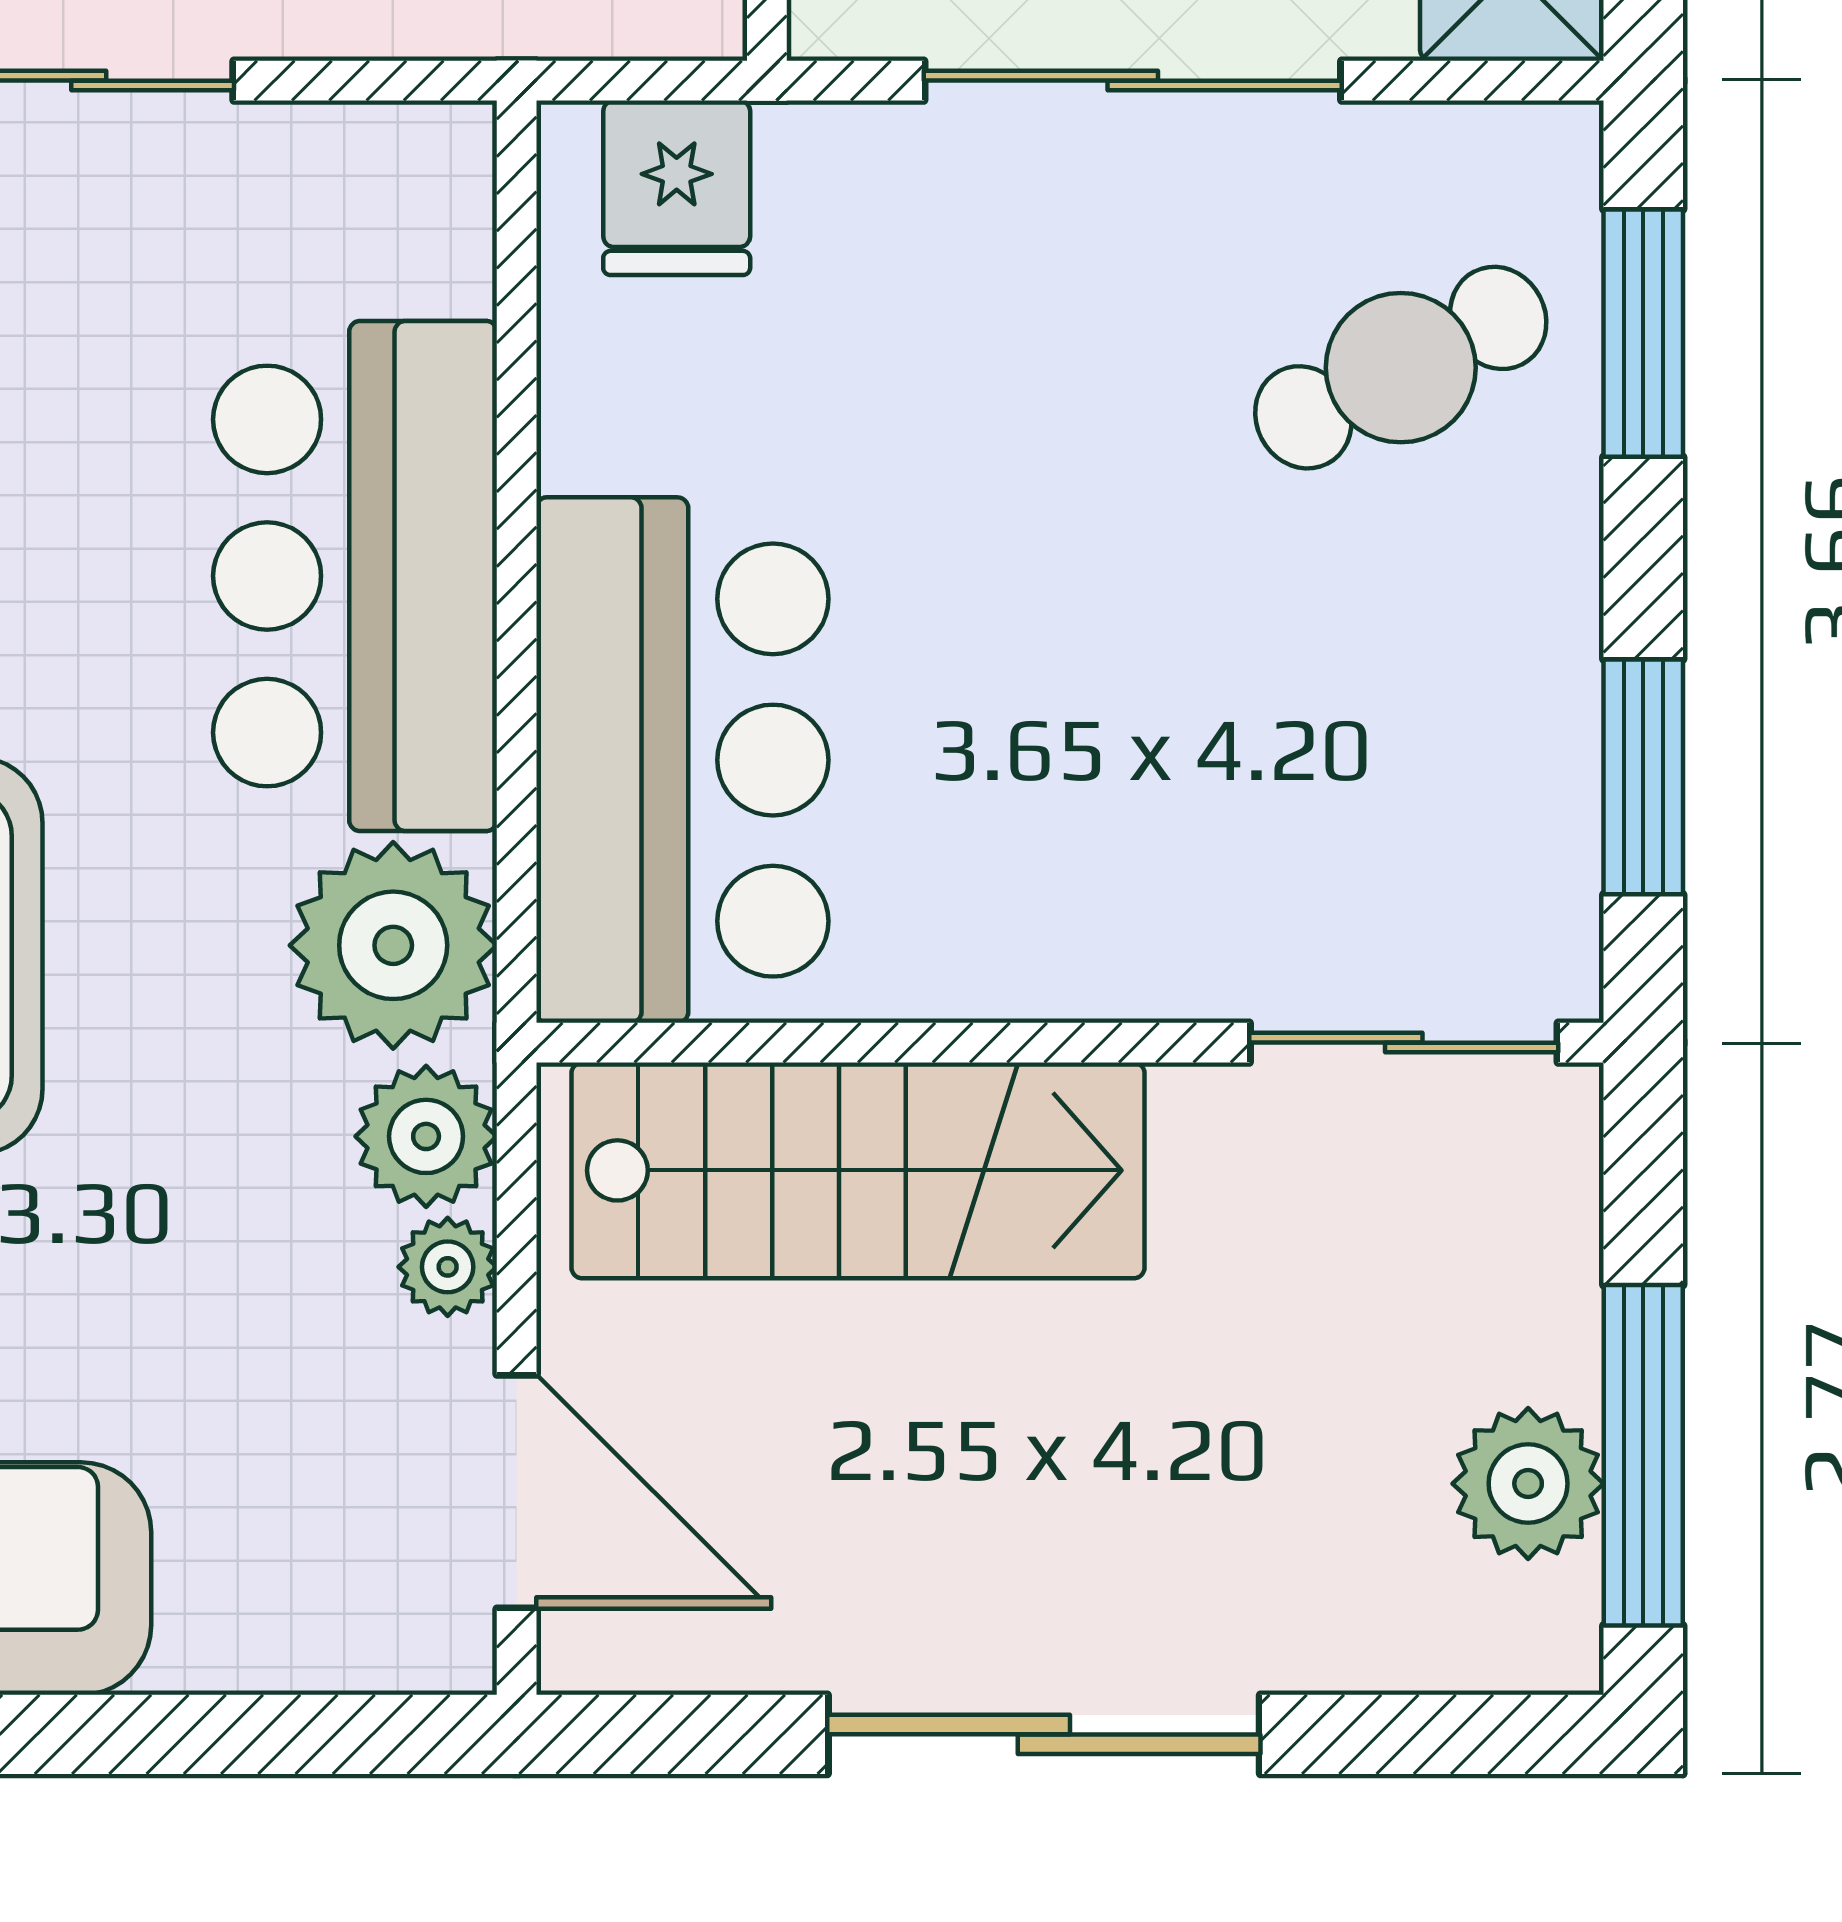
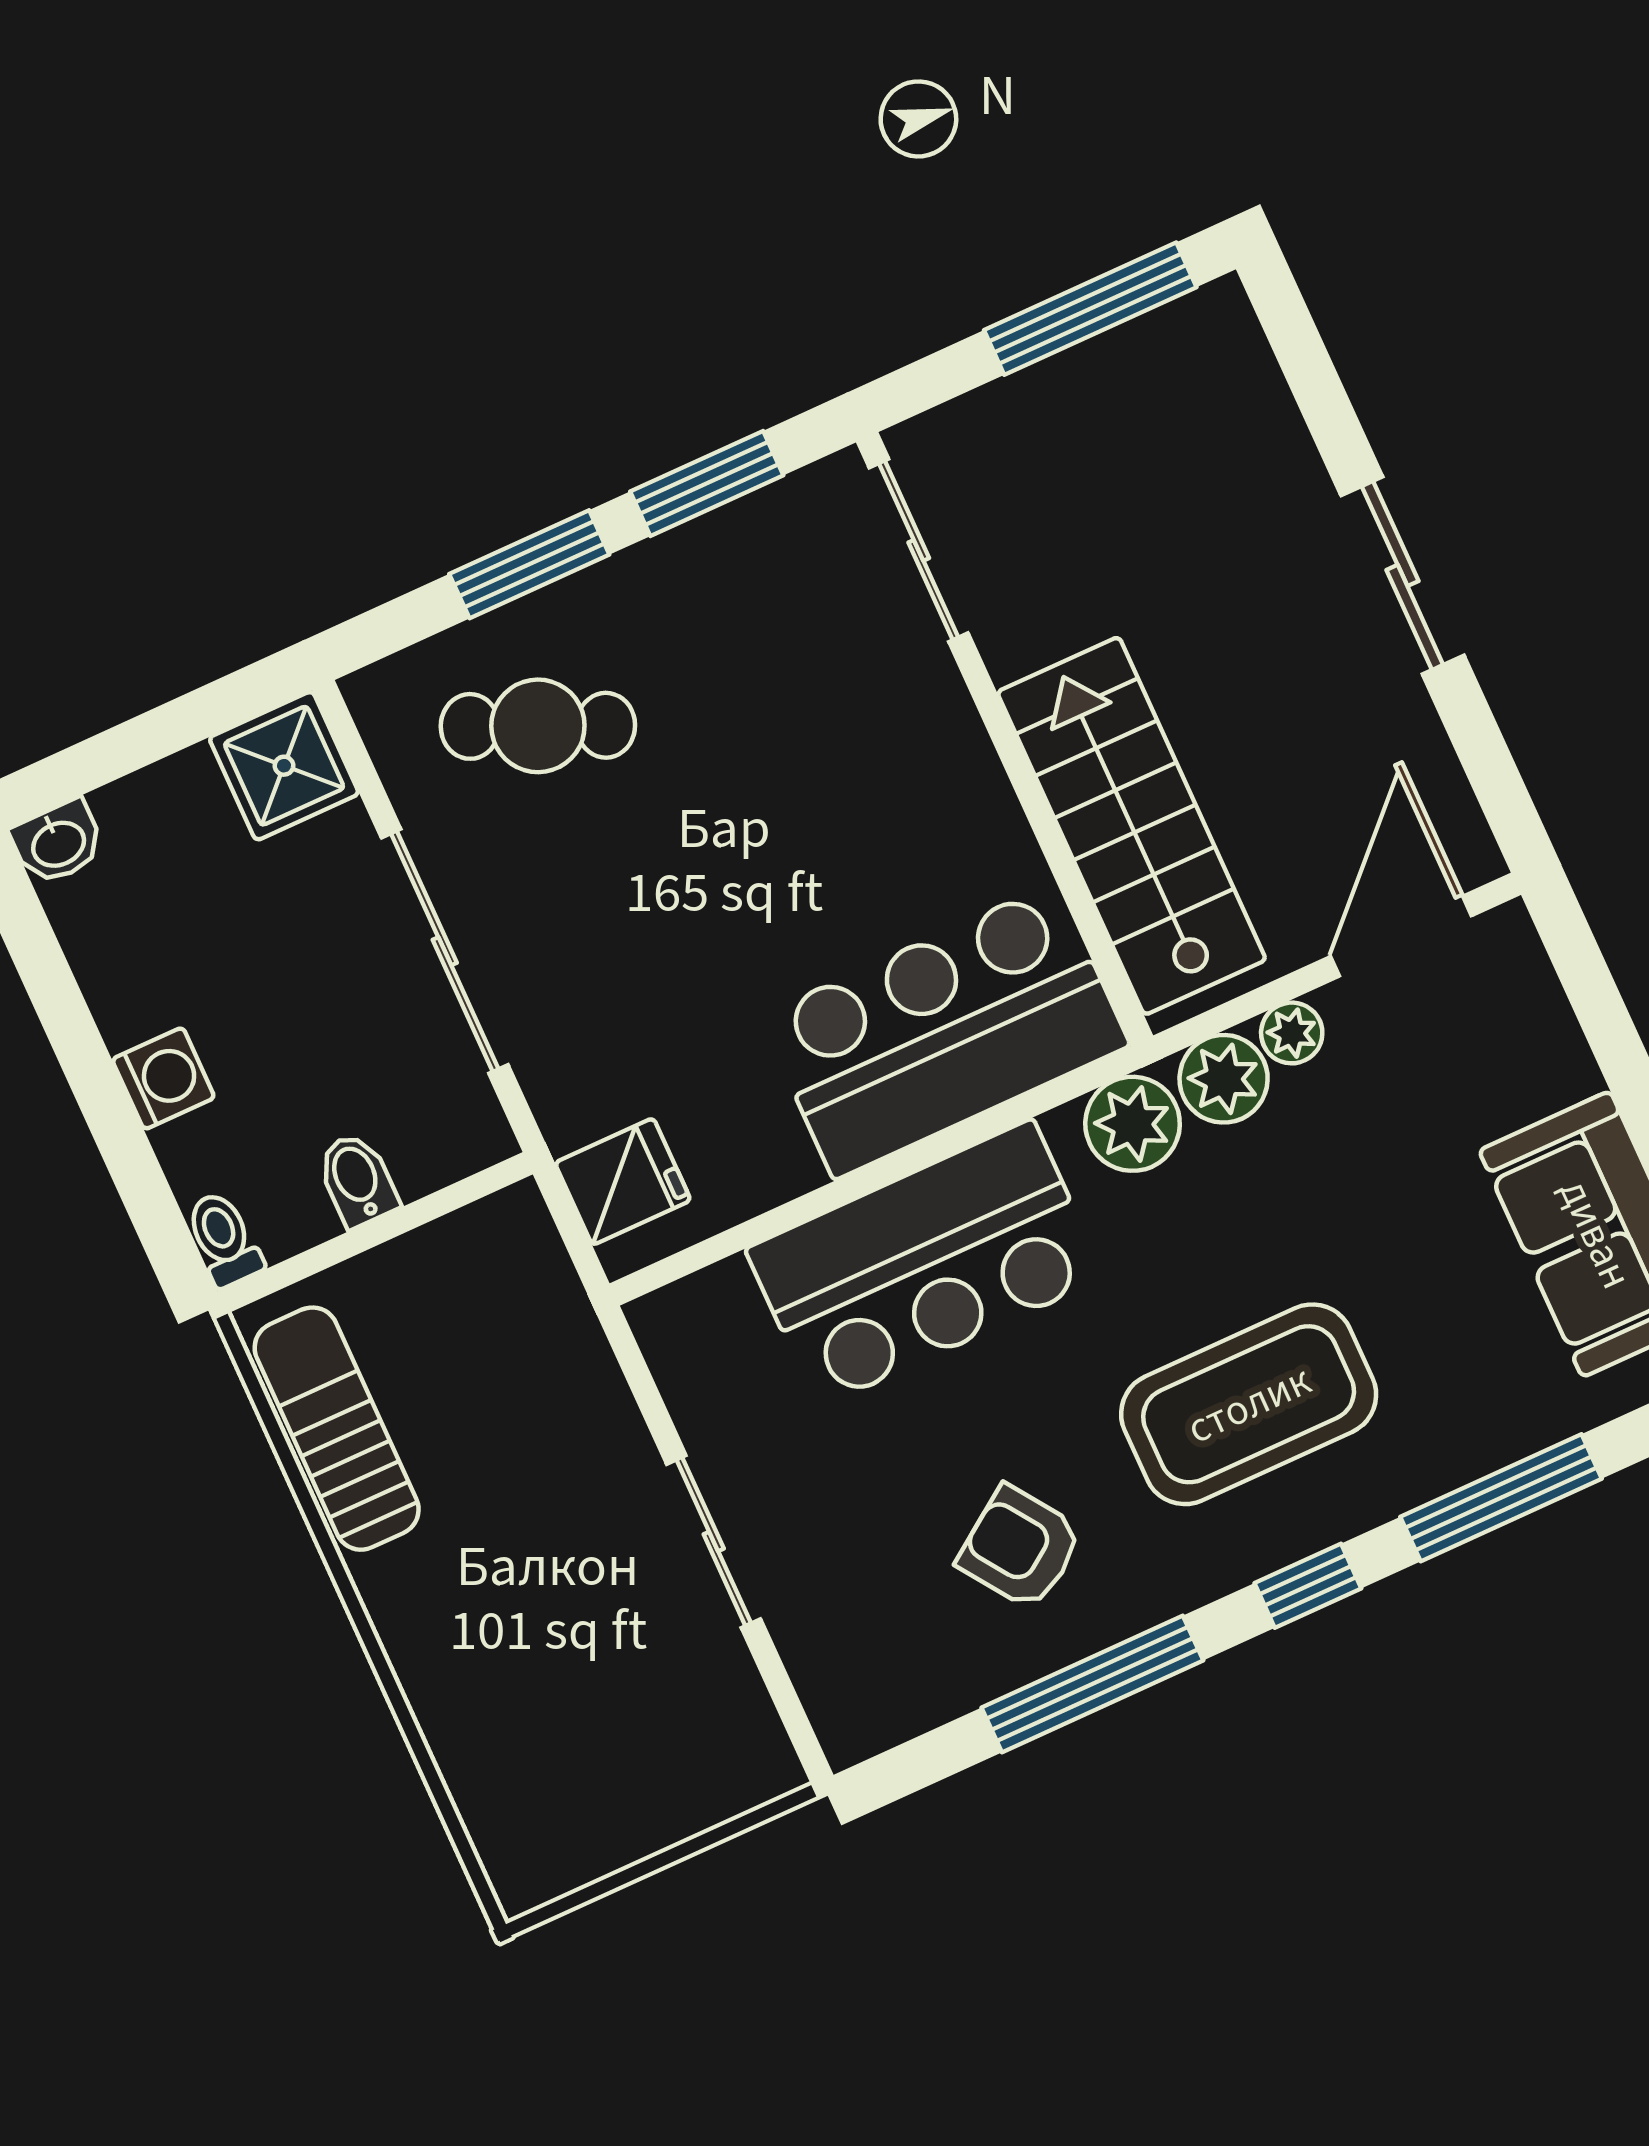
window: (1643, 333) -> (529, 564), moved
cafe table: (1401, 368) -> (538, 726), turned -39
plant: (393, 945) -> (1133, 1124), width x0.73, depth x0.73
plant: (1528, 1484) -> (1136, 366), removed
sliding door: (1044, 1734) -> (1402, 575), width x0.73

